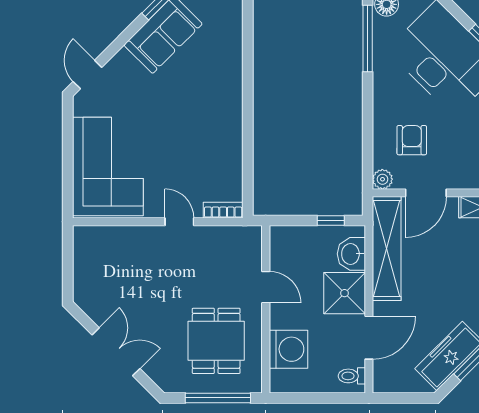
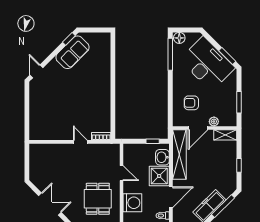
armchair: (412, 140) -> (191, 103), turned -90
corner sofa: (108, 167) -> (46, 115), removed
plant: (382, 179) -> (214, 122), moved

